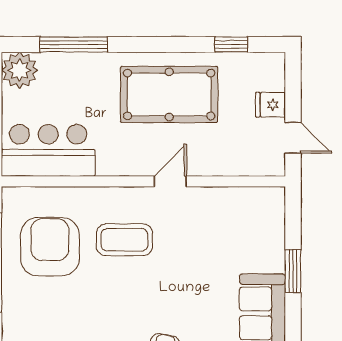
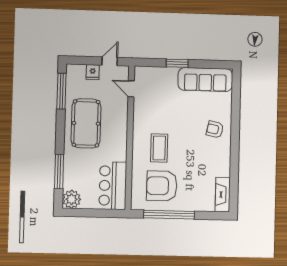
window: (231, 44) -> (61, 91), width x2.17
door: (170, 181) -> (131, 89), moved

